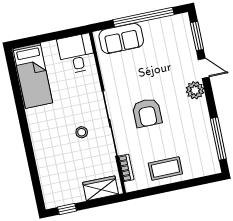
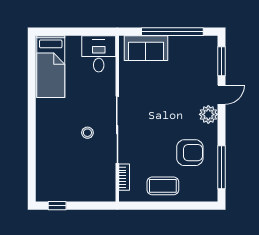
door: (204, 68) -> (221, 95), hinge flipped
armchair: (147, 113) -> (190, 153), moved, turned -90
wardrobe: (101, 188) -> (95, 192), removed

